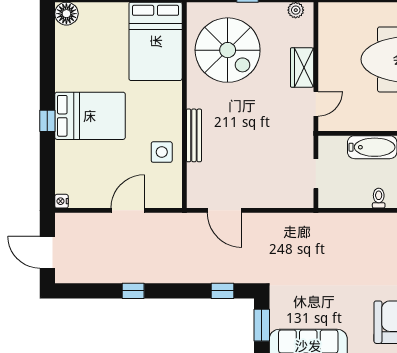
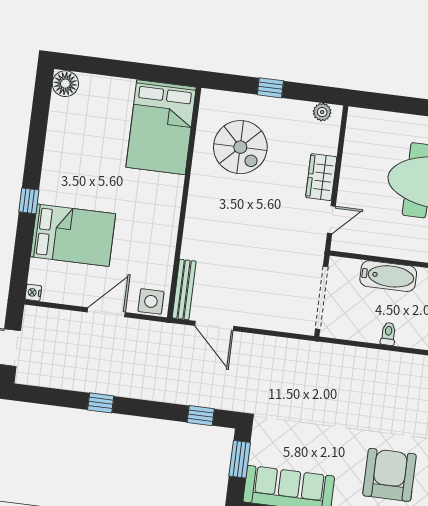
spiral stairs: (228, 50) -> (240, 147), width x0.73, depth x0.73
bed: (90, 116) -> (73, 235), moved
bench: (194, 135) -> (184, 290), moved
side table: (162, 152) -> (151, 301), moved
doorway: (316, 174) -> (322, 298), width x1.88

